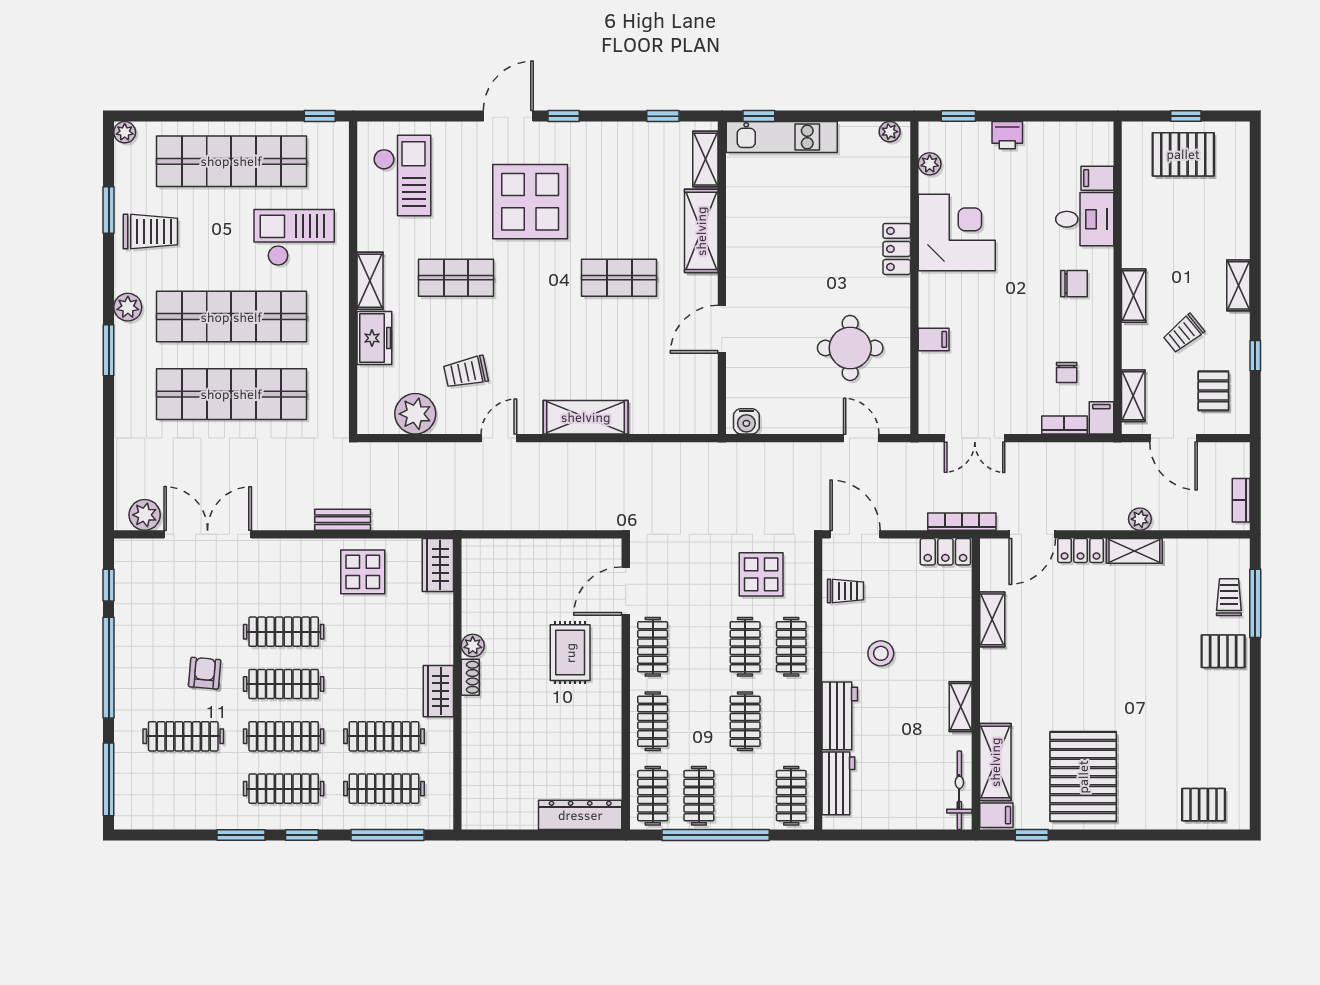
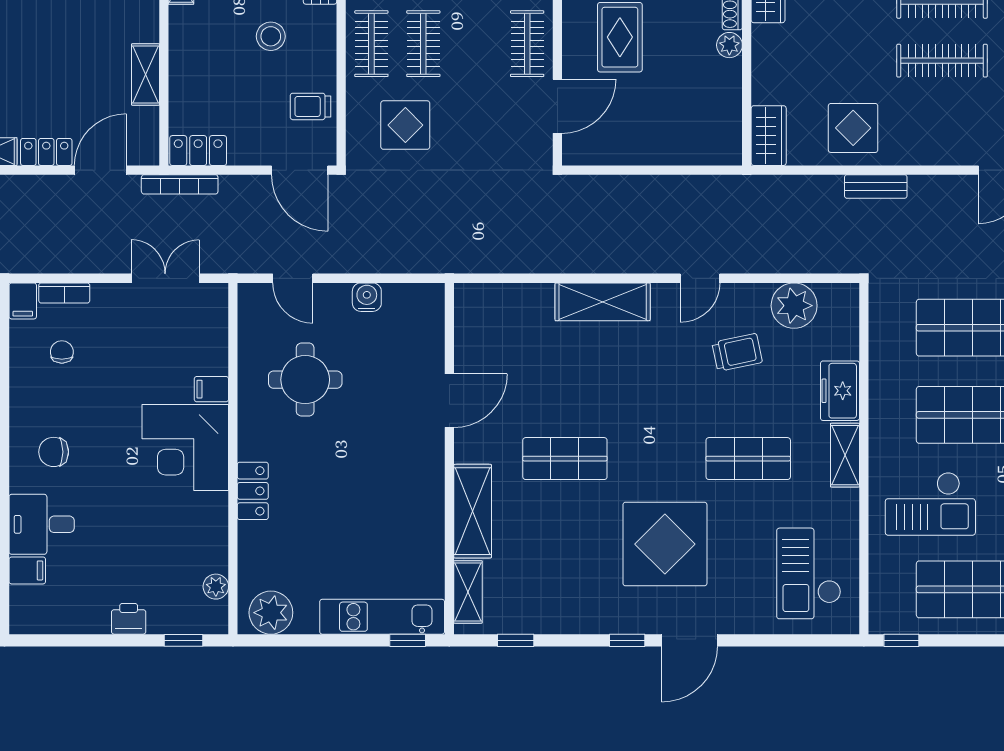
plant: (890, 132) -> (271, 613), width x1.88, depth x1.88
corner desk: (957, 232) -> (185, 447), moved
water cooler: (746, 421) -> (367, 297), moved

